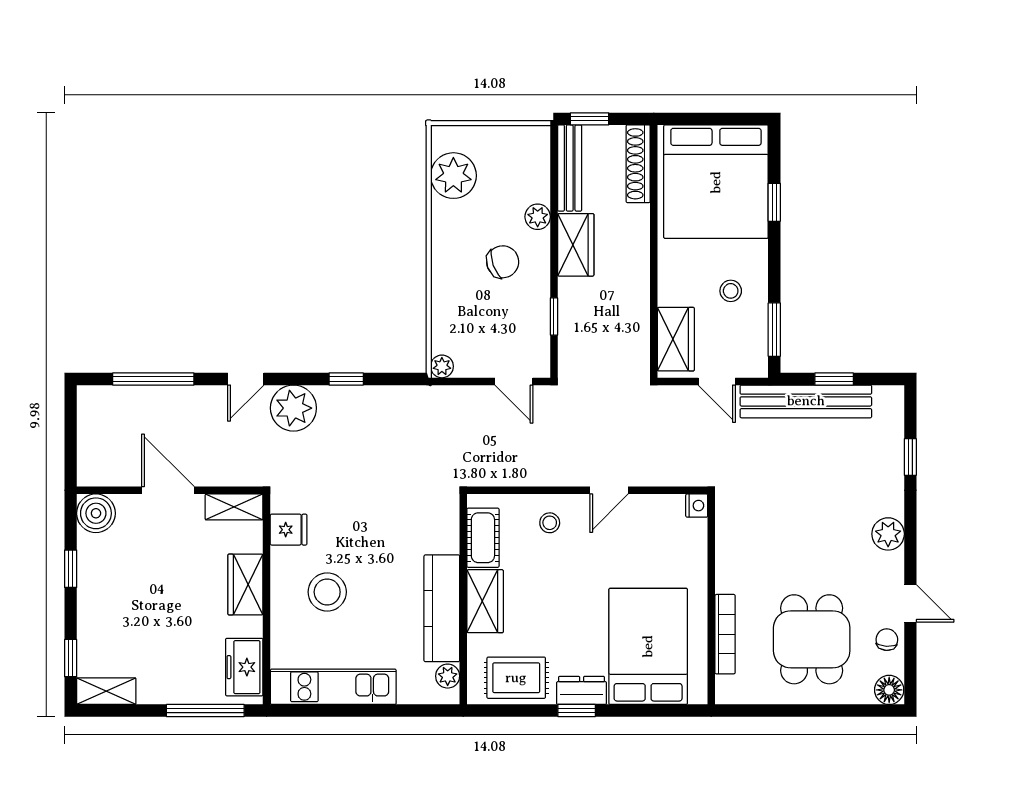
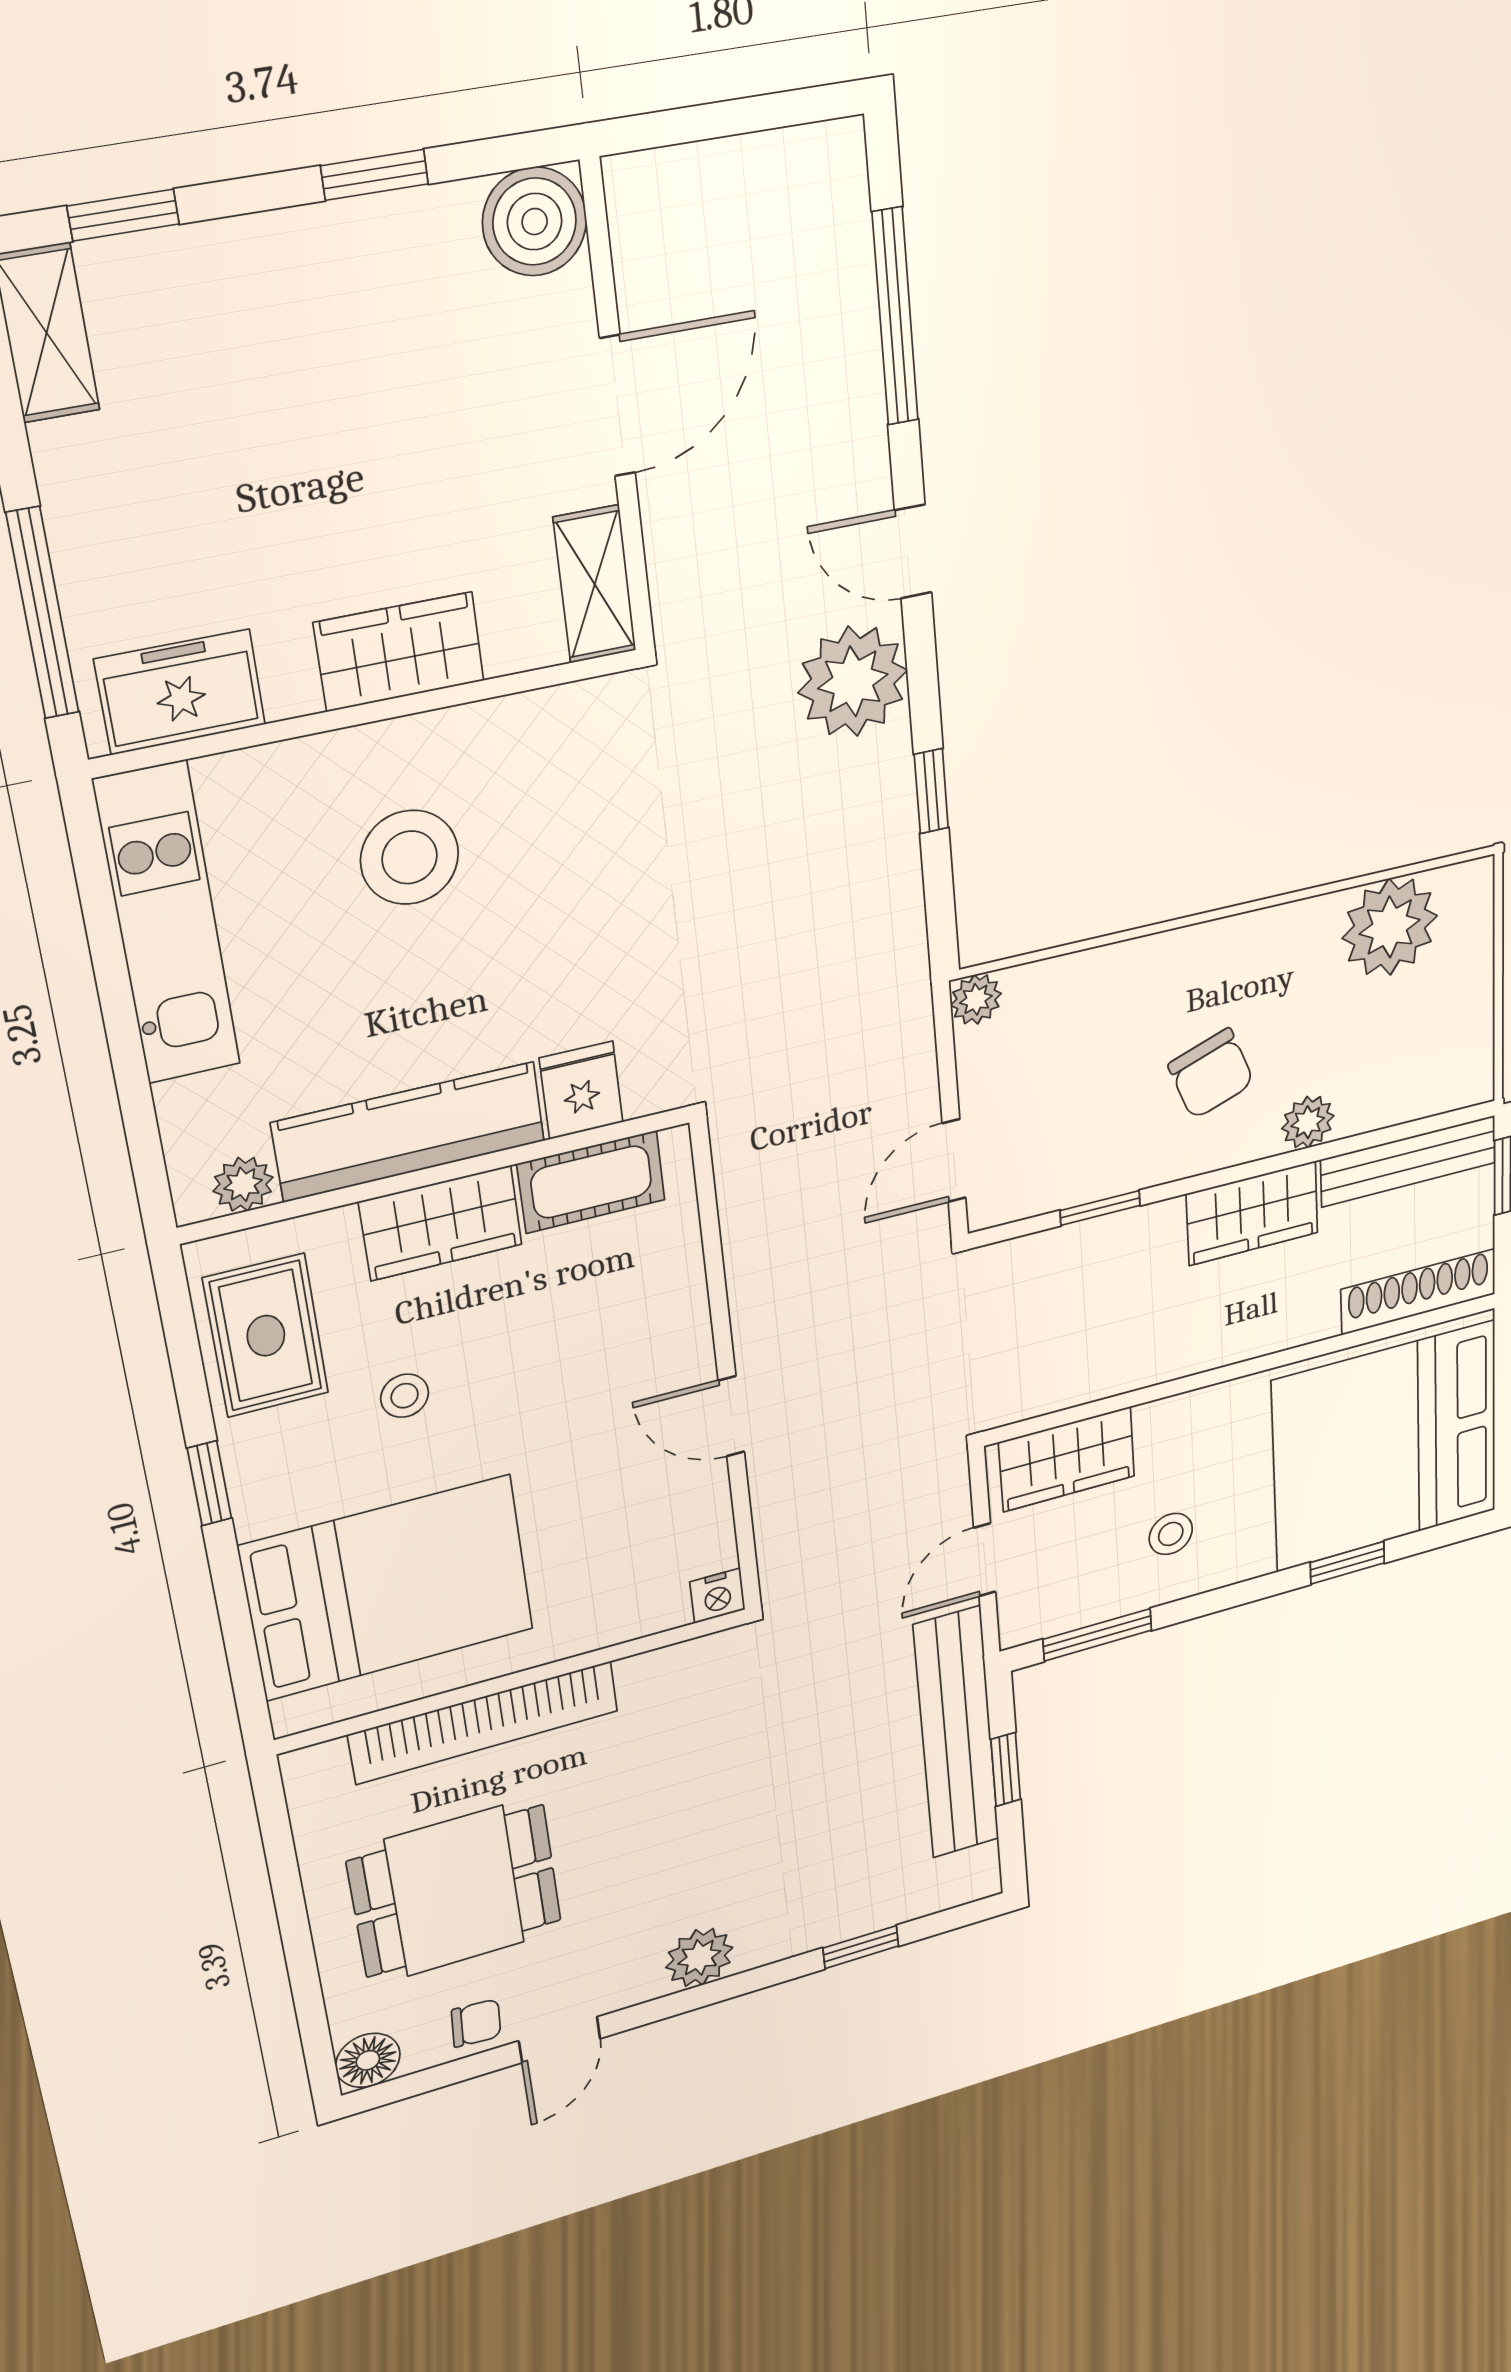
stool: (550, 523) -> (405, 1396), moved
fridge: (289, 530) -> (581, 1090), moved, turned 180
bookcase: (725, 634) -> (484, 1723), width x1.48, depth x1.31
dresser: (582, 690) -> (260, 1481), removed

